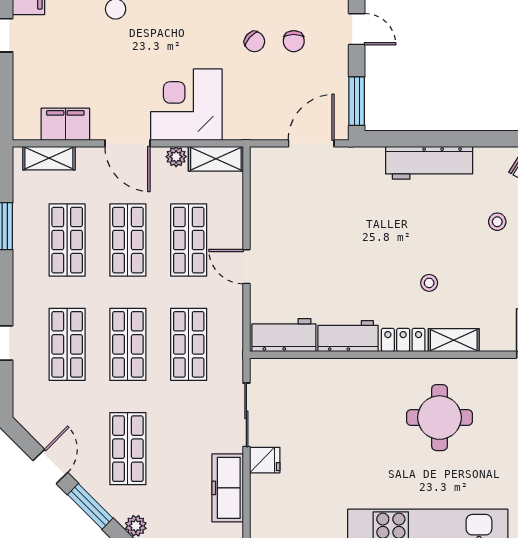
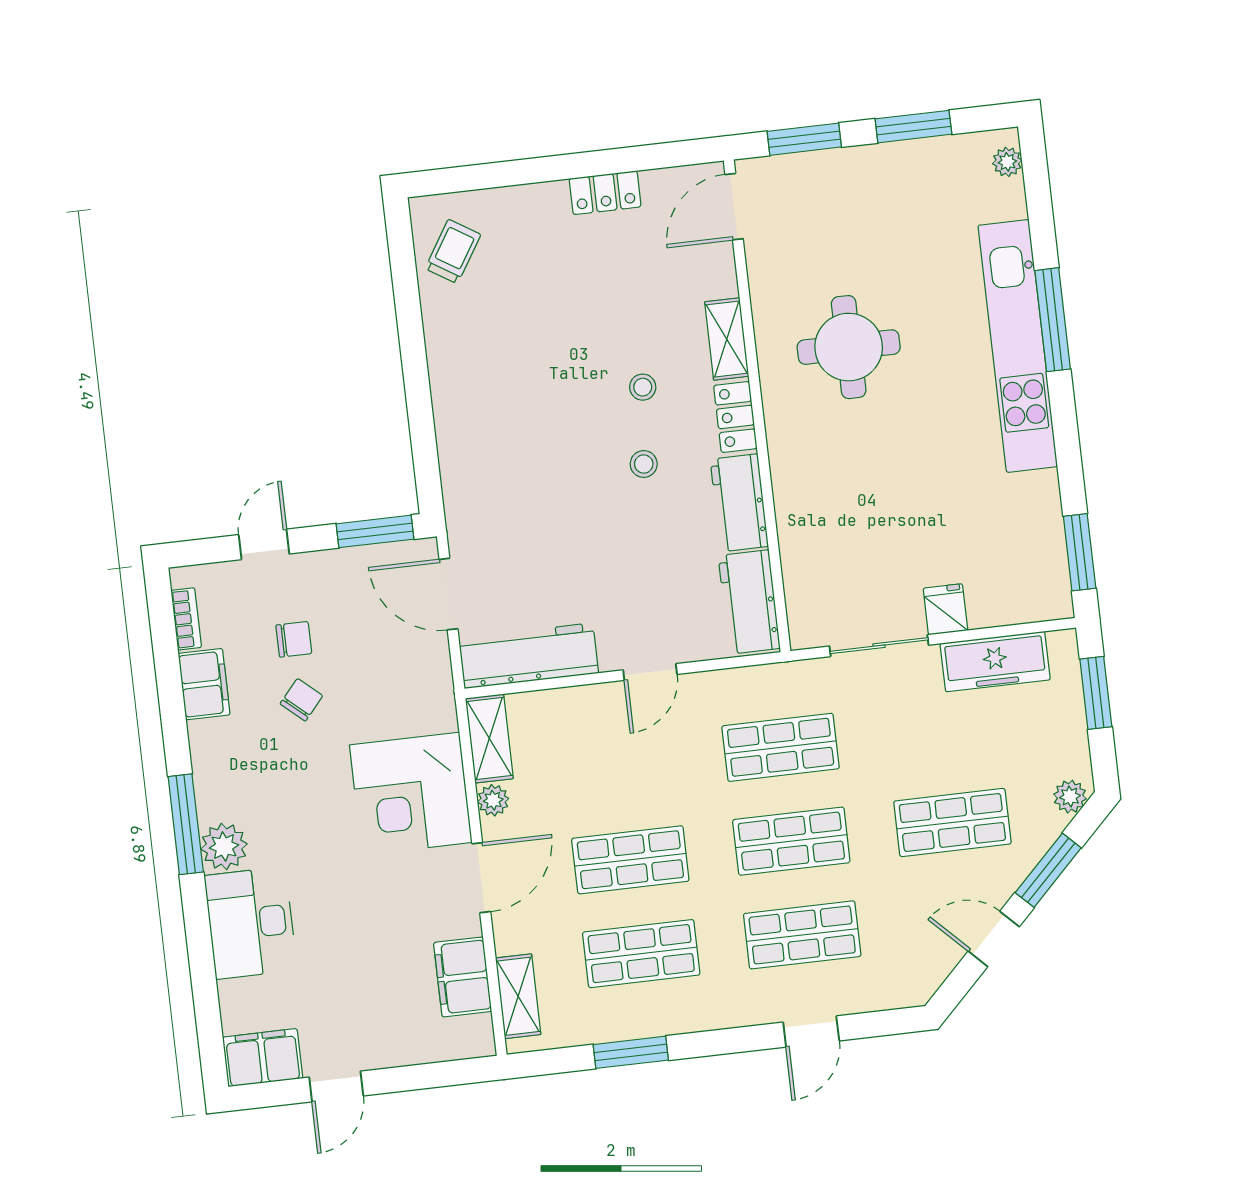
workbench: (429, 163) -> (529, 656), moved, turned -90
stool: (497, 222) -> (644, 464), moved
shop shelf: (189, 240) -> (620, 766), removed

